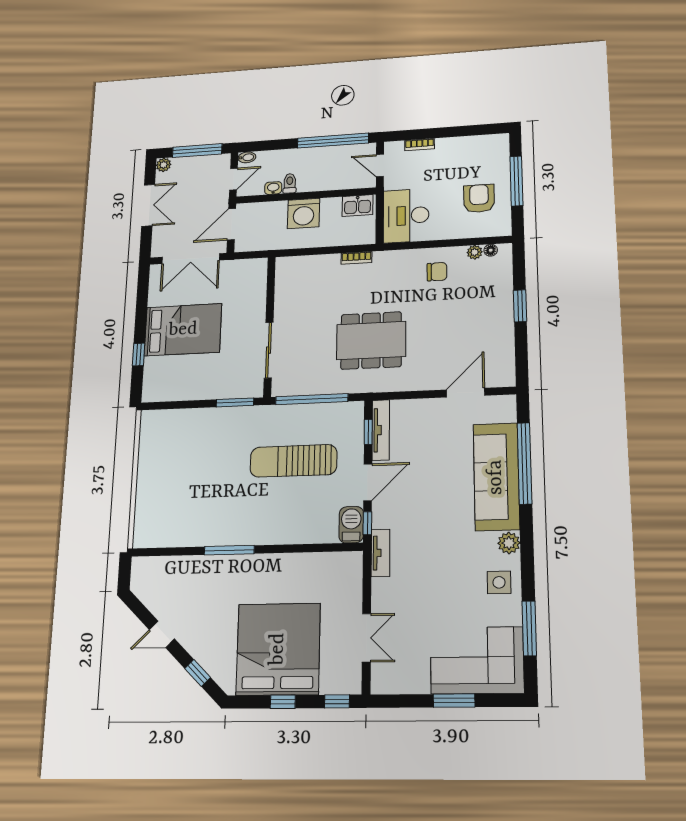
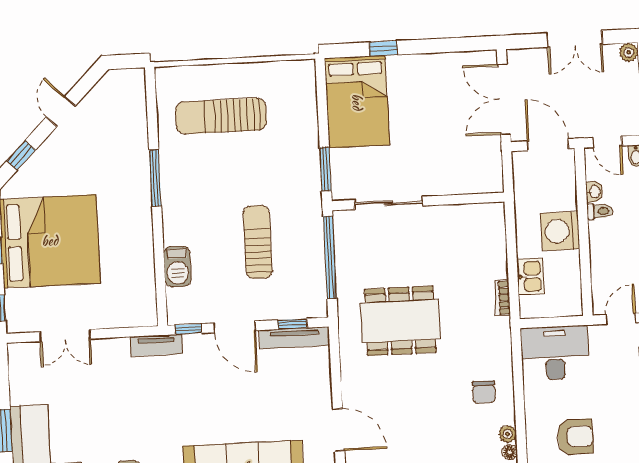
kitchen sink: (358, 206) -> (531, 277), moved, turned 180
bed: (183, 330) -> (357, 102), moved
dining table: (371, 340) -> (400, 321), turned 90
sun lounger: (293, 461) -> (258, 242), width x0.73, depth x0.75
sun lounger: (181, 491) -> (221, 116), added
barbecue: (351, 525) -> (177, 266), moved, turned 90

